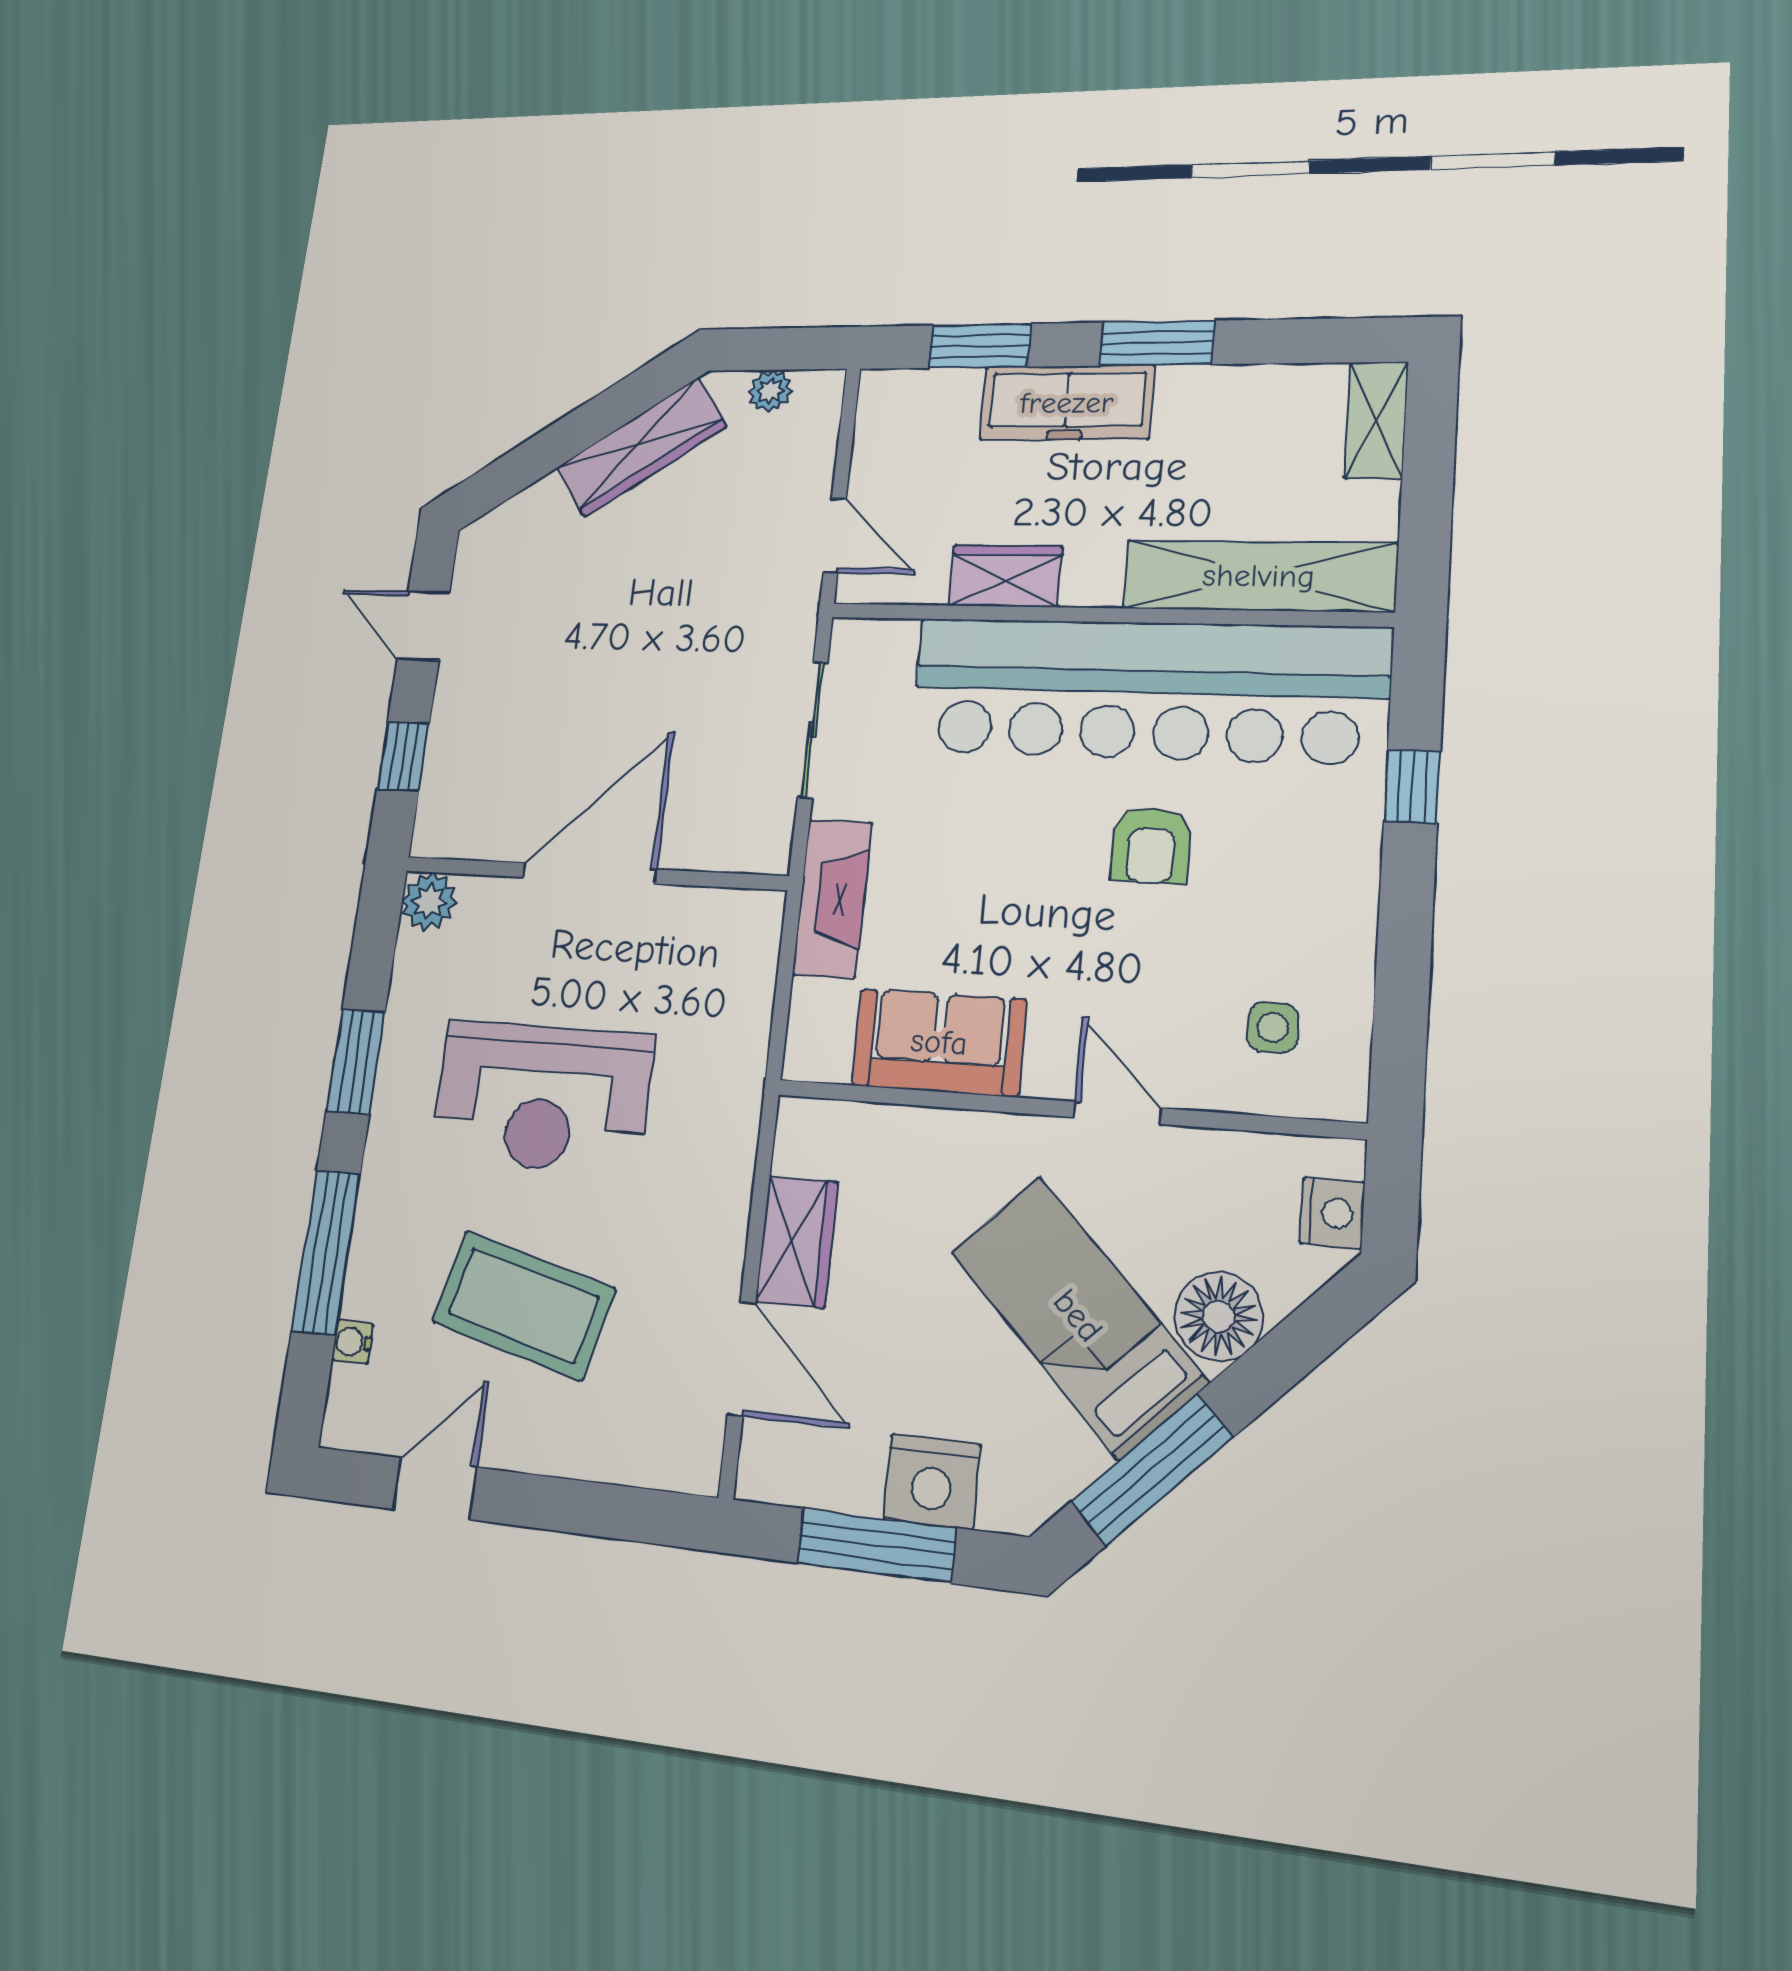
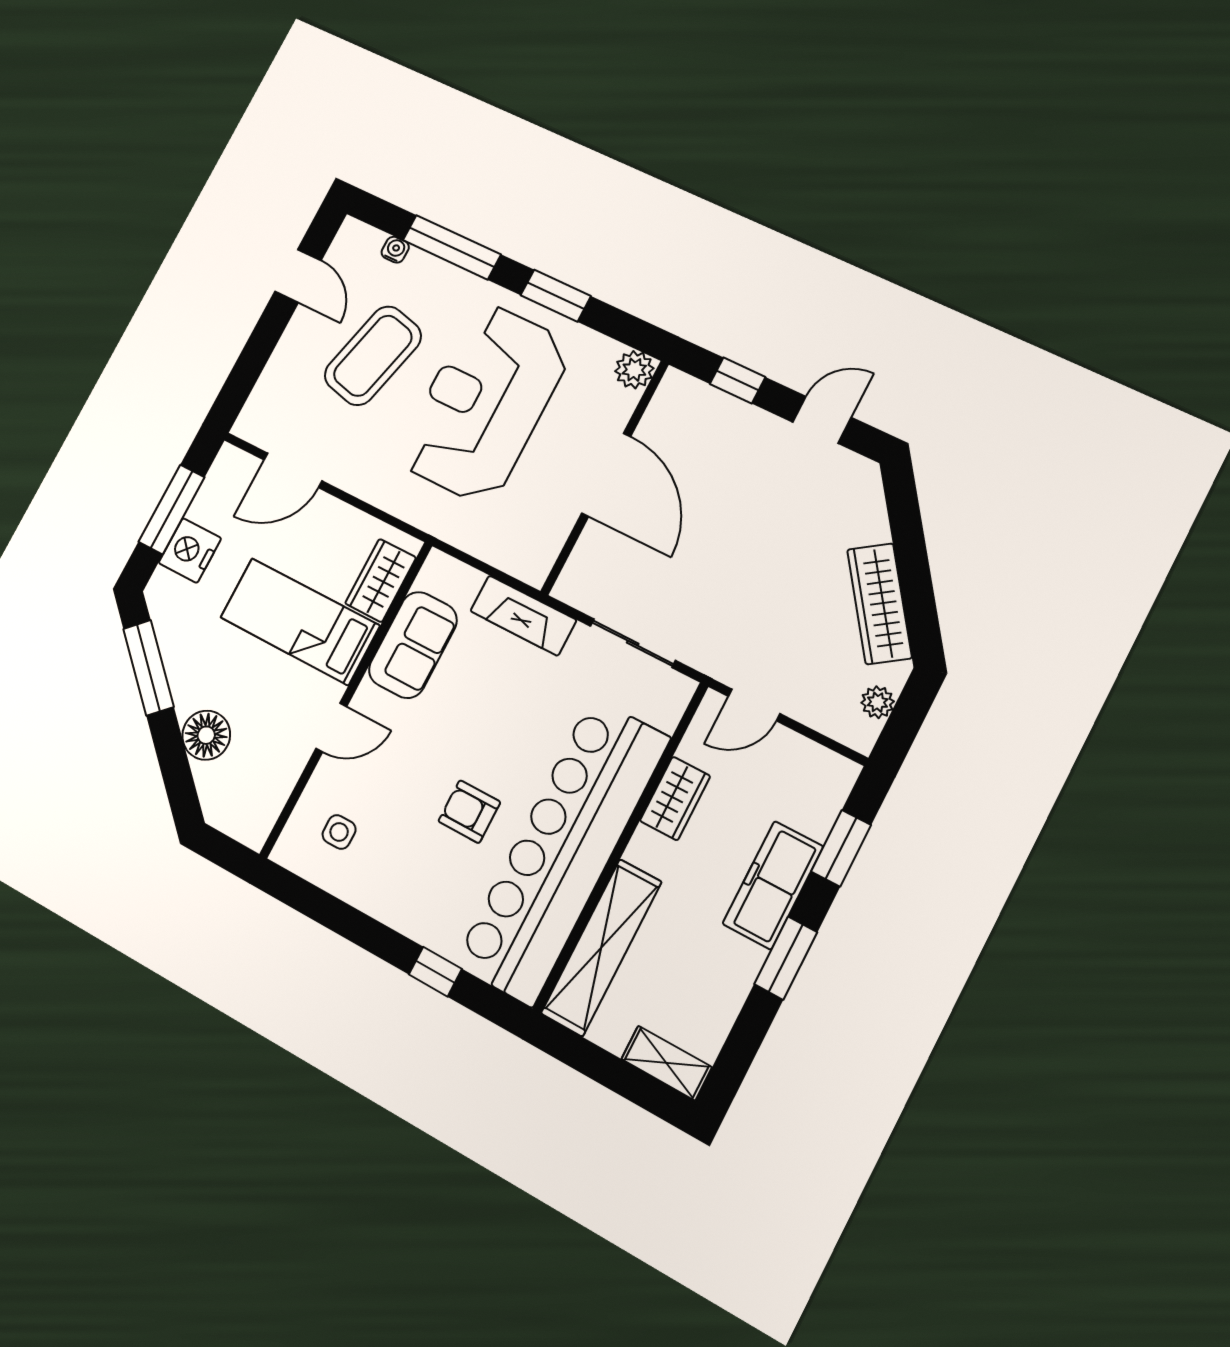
reception desk: (542, 1097) -> (484, 403), width x1.36, depth x1.30
nightstand: (1332, 1213) -> (231, 818), removed
wardrobe: (797, 1242) -> (381, 580), moved, turned 90
bed: (1078, 1316) -> (300, 621), moved, turned -135

